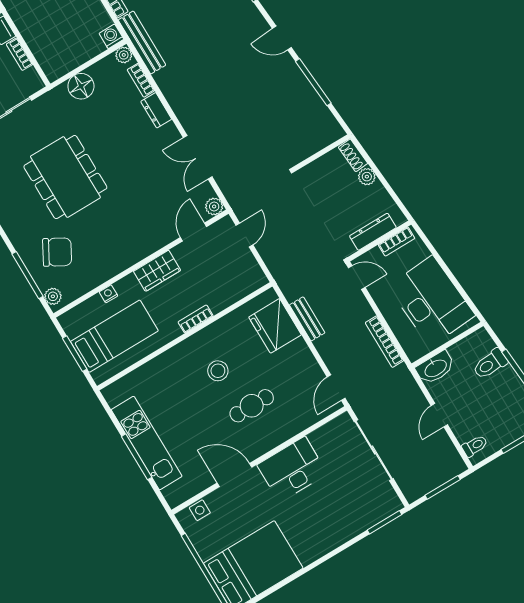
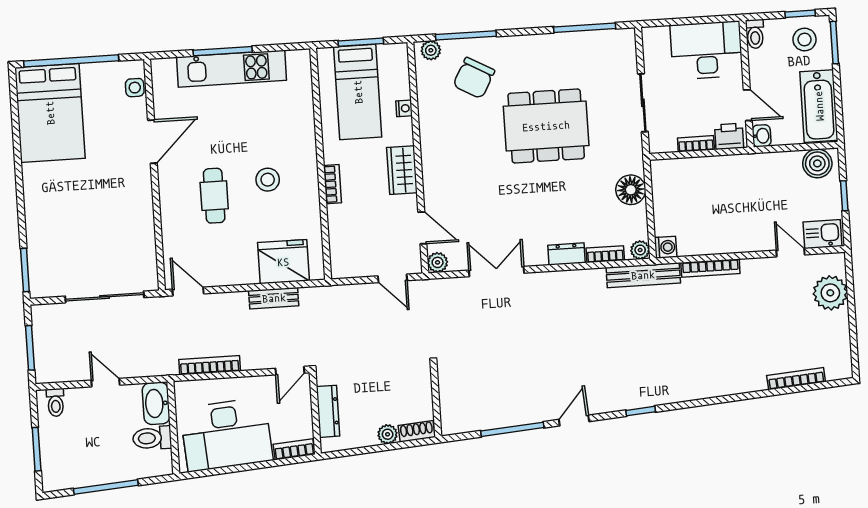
bookcase: (397, 242) -> (294, 449), moved, turned 86
toilet: (490, 364) -> (152, 438), moved, turned -86
desk: (292, 469) -> (128, 204), removed

